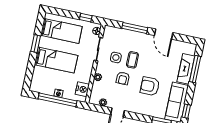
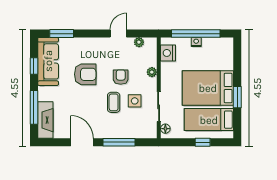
window: (86, 18) -> (203, 142), moved
bed: (56, 60) -> (208, 88), width x1.50
fireplace: (186, 69) -> (45, 120), moved
window: (186, 111) -> (34, 66), moved

